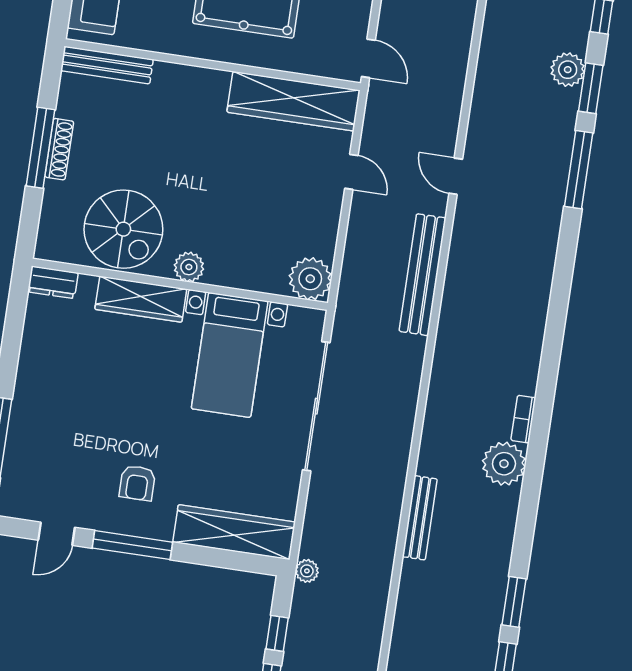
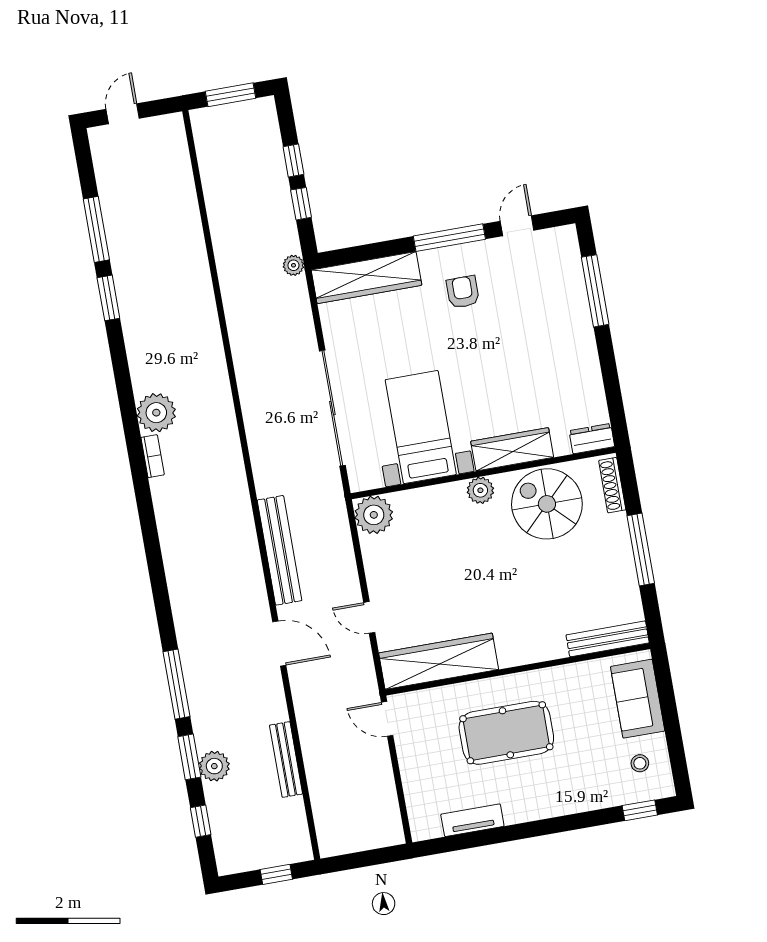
shoe rack: (59, 149) -> (612, 485), moved
door: (456, 176) -> (279, 643), width x1.38
bench: (420, 518) -> (286, 760), moved

